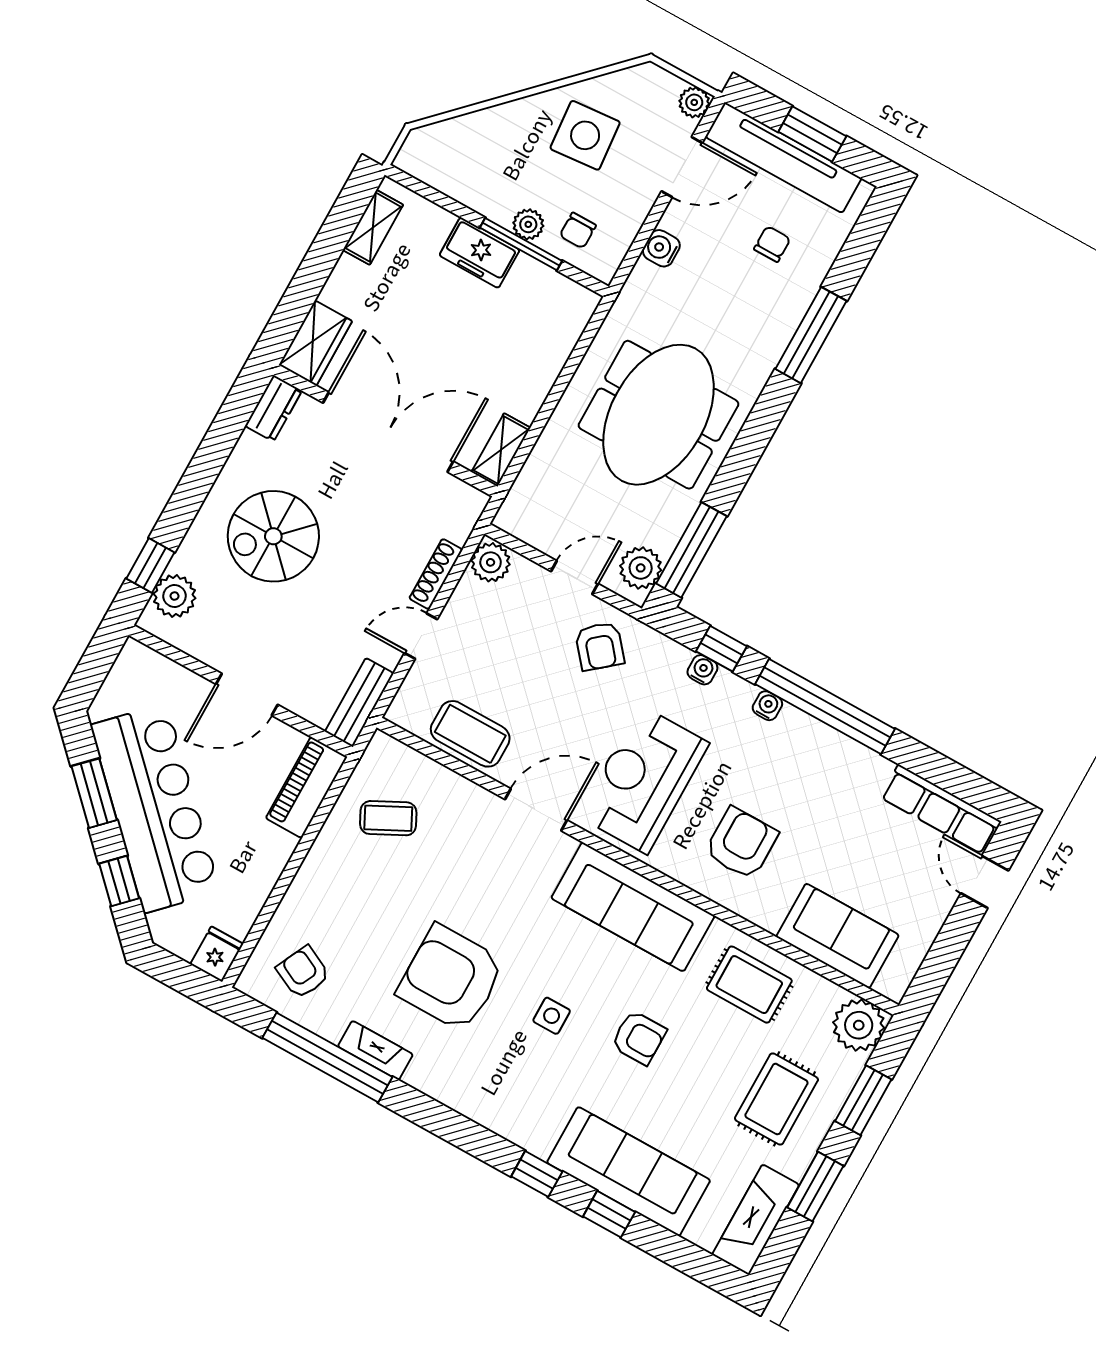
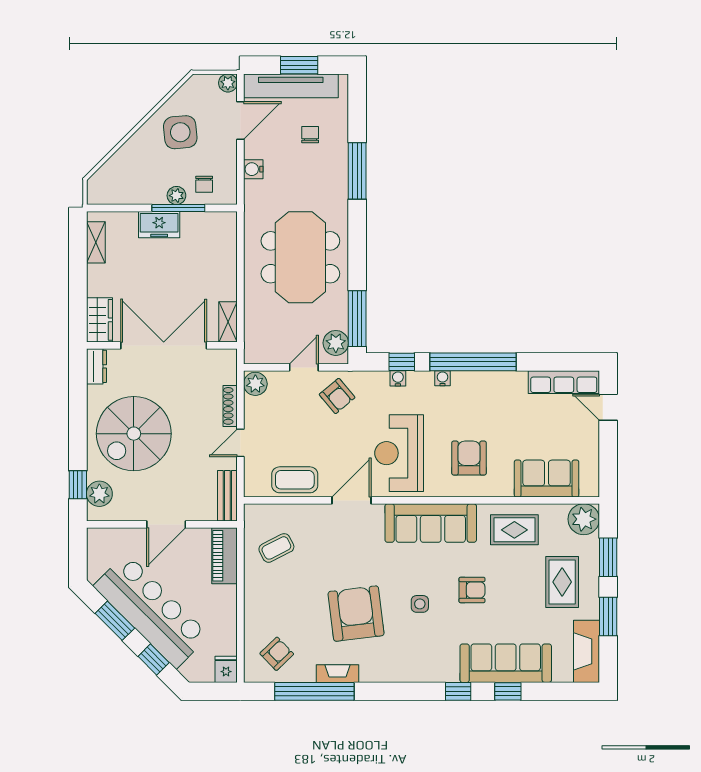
spiral stairs: (273, 536) -> (134, 434), width x1.37, depth x1.37
armchair: (303, 972) -> (277, 654), turned 110
armchair: (451, 978) -> (356, 614), turned 83

